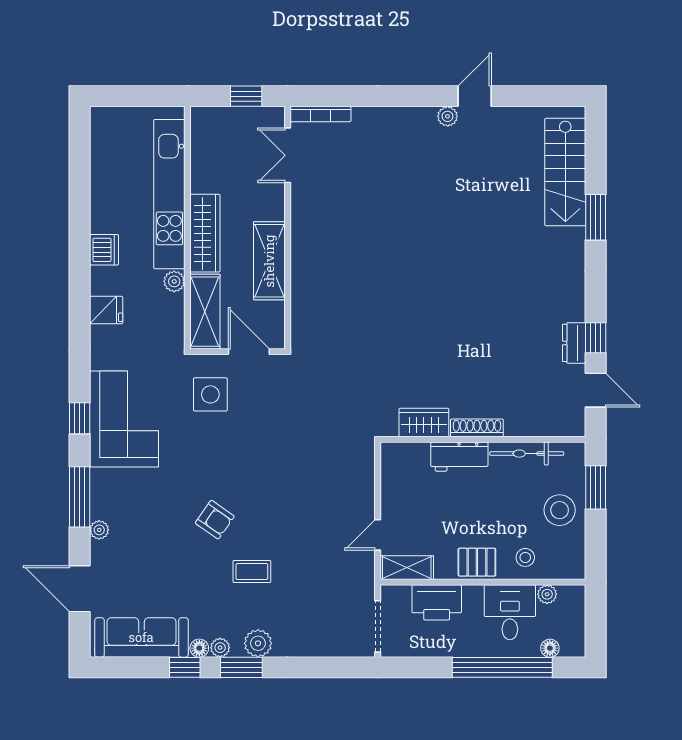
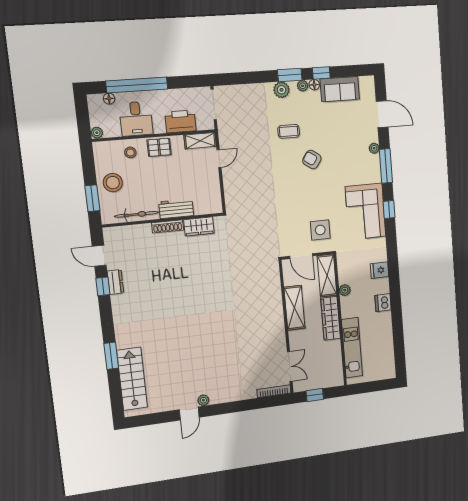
kitchen unit: (169, 194) -> (352, 348), width x0.73
plant: (547, 594) -> (97, 133), moved
sofa: (141, 637) -> (340, 89), width x0.73

